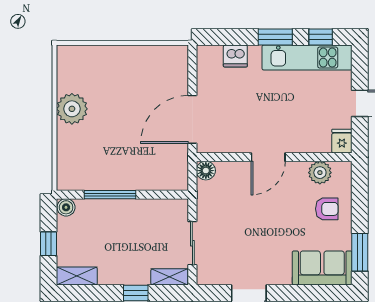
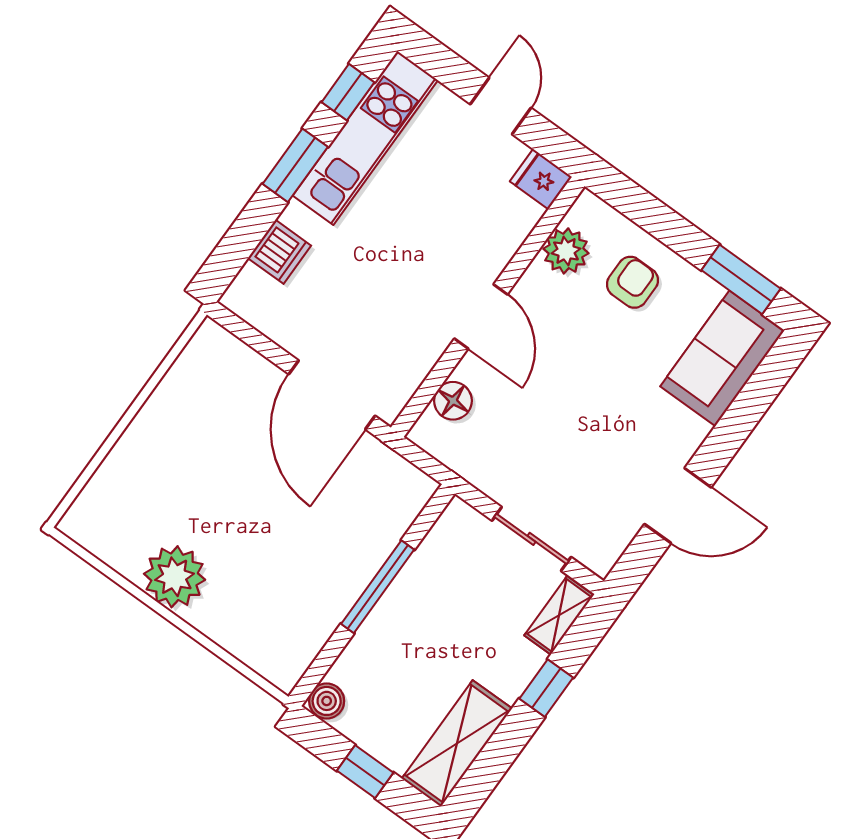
floor lamp: (206, 171) -> (453, 401), moved
window: (110, 195) -> (378, 587), moved
shelving: (77, 276) -> (457, 744), width x1.50, depth x1.33

